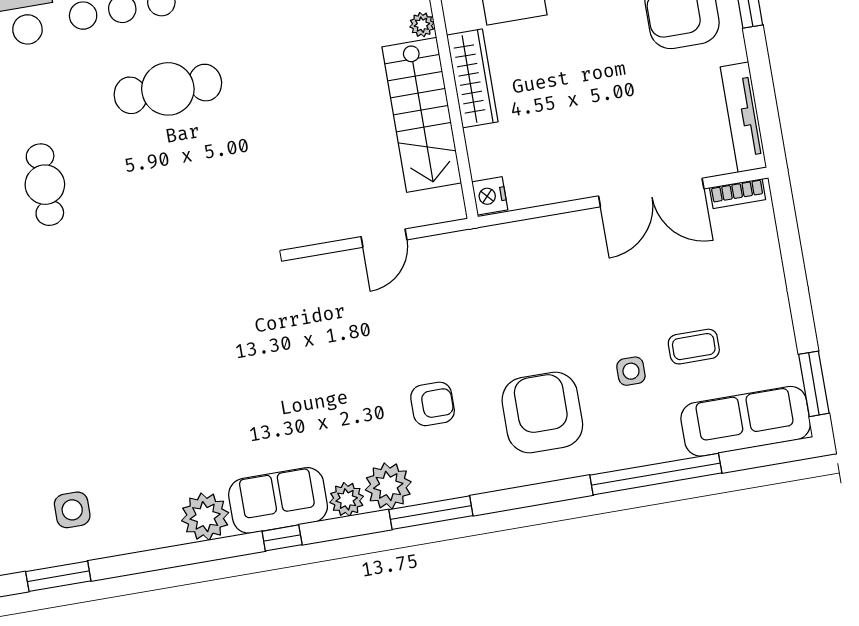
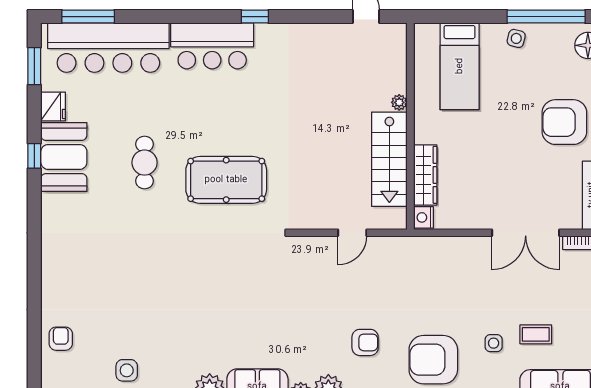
wardrobe: (472, 78) -> (425, 175), moved
cafe table: (168, 89) -> (232, 116), removed
pool table: (176, 190) -> (226, 180), added
armchair: (542, 413) -> (433, 360), turned -90

